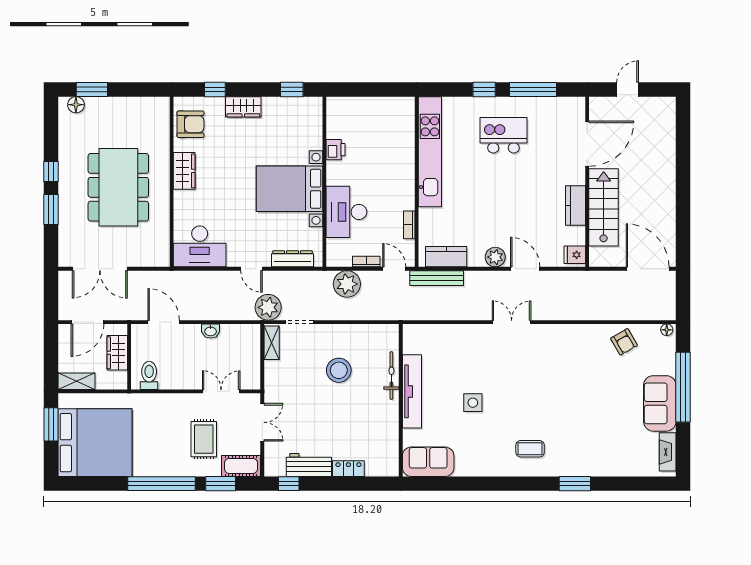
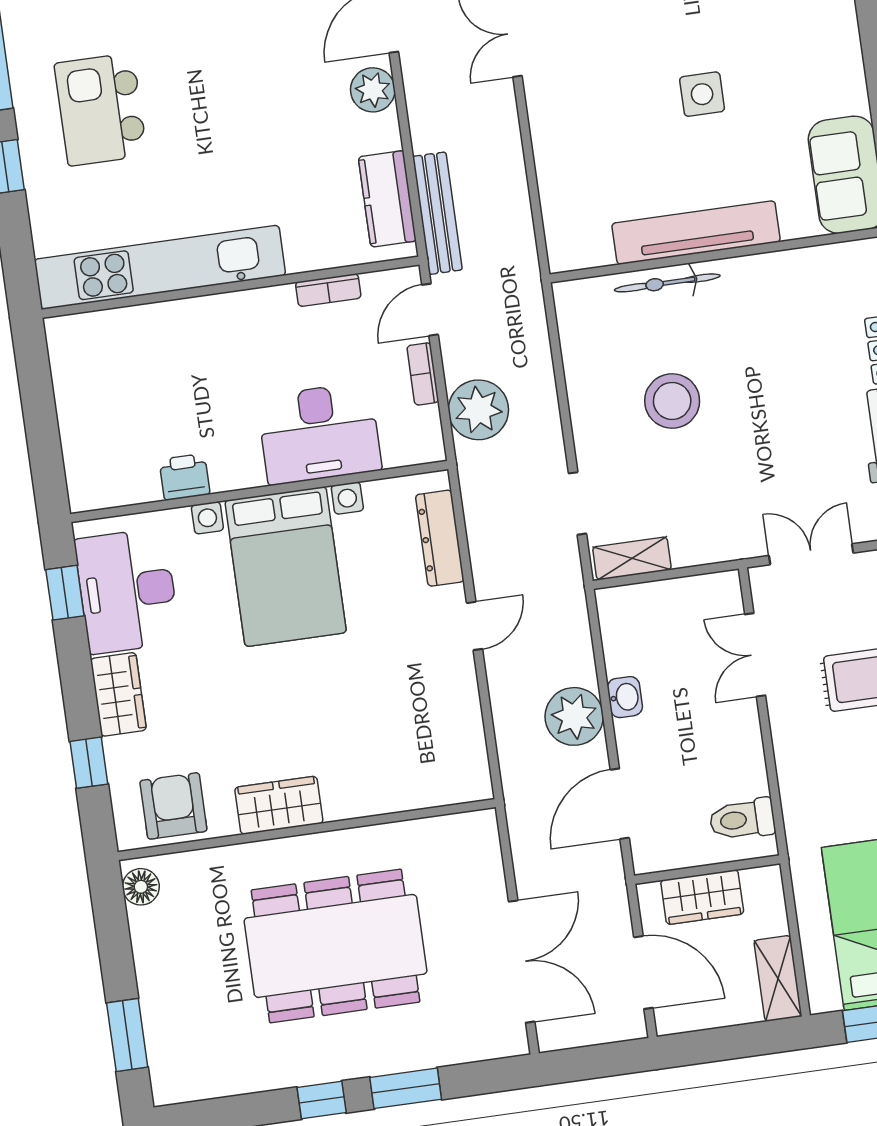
floor lamp: (76, 105) -> (141, 887), moved
desk: (200, 246) -> (127, 591), moved, turned 180
plant: (268, 307) -> (574, 716), moved

